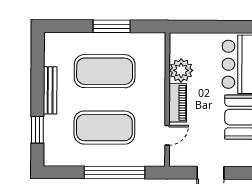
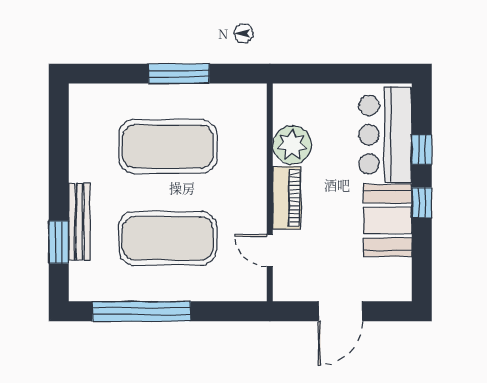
bench: (50, 90) -> (79, 222), moved
door: (167, 135) -> (270, 250), swing flipped
window: (114, 172) -> (141, 311), moved

